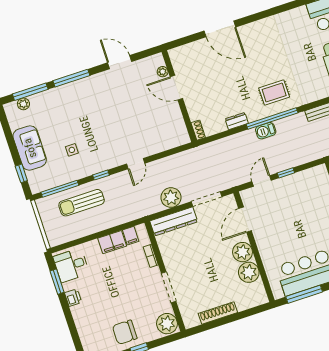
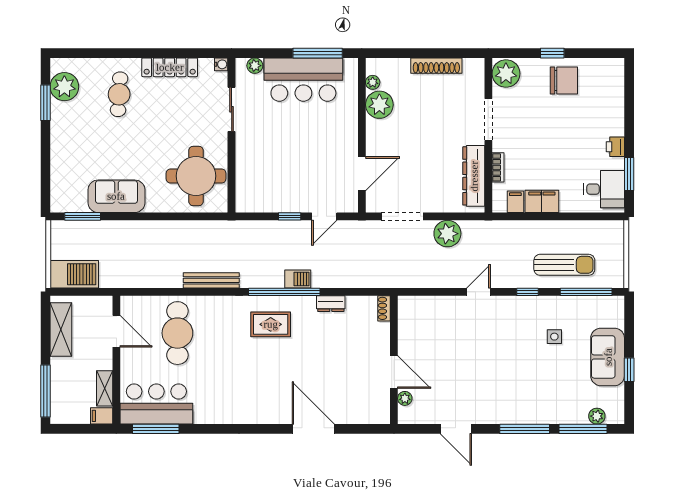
window: (21, 173) -> (629, 370), moved
dresser: (174, 221) -> (474, 176), moved, turned -90
plant: (242, 252) -> (373, 82), moved, width x0.53, depth x0.53

